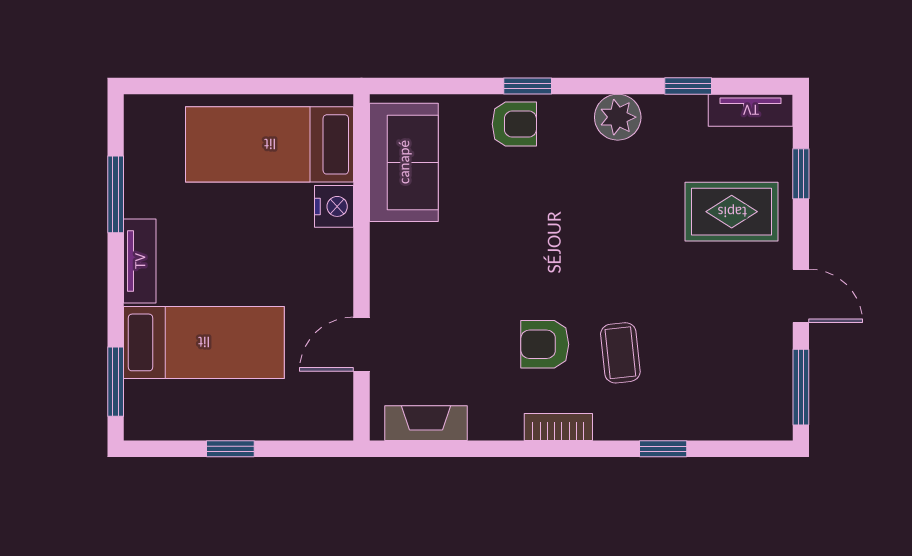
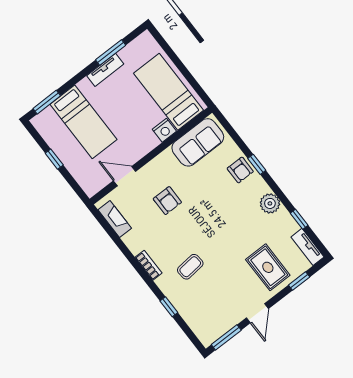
tv unit: (140, 261) -> (105, 70), moved
armchair: (545, 344) -> (167, 201), moved, turned 180

